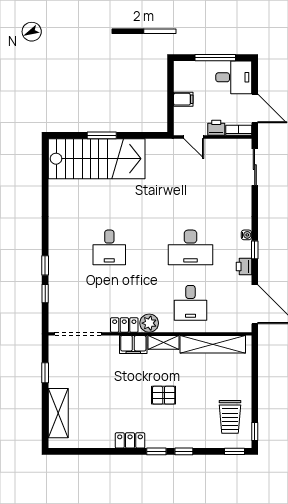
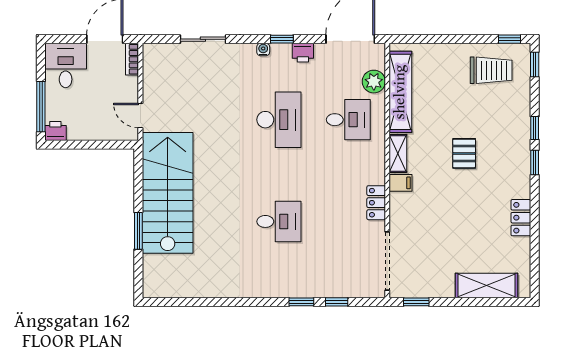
window: (215, 58) -> (41, 107), moved
filing cabinet: (183, 99) -> (93, 129), removed
printer: (216, 128) -> (55, 131), moved, turned 90
door: (194, 137) -> (140, 115), swing flipped
stairs: (97, 159) -> (168, 193), moved
sliding door: (255, 167) -> (203, 39), moved
plant: (149, 323) -> (374, 82), moved
filing cabinet: (133, 345) -> (401, 183), width x0.50
window: (45, 373) -> (416, 302), moved
locker: (130, 440) -> (521, 218), moved

